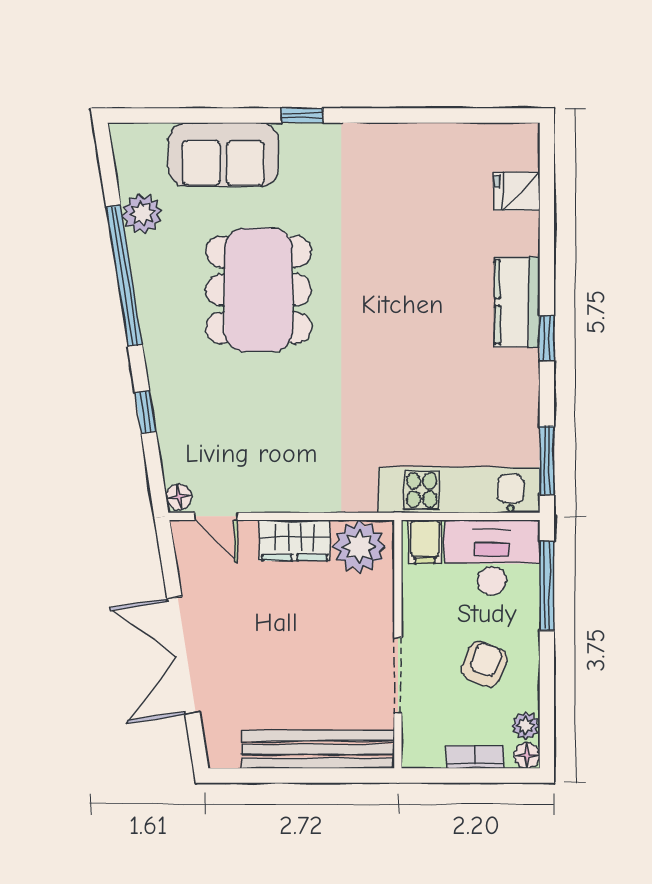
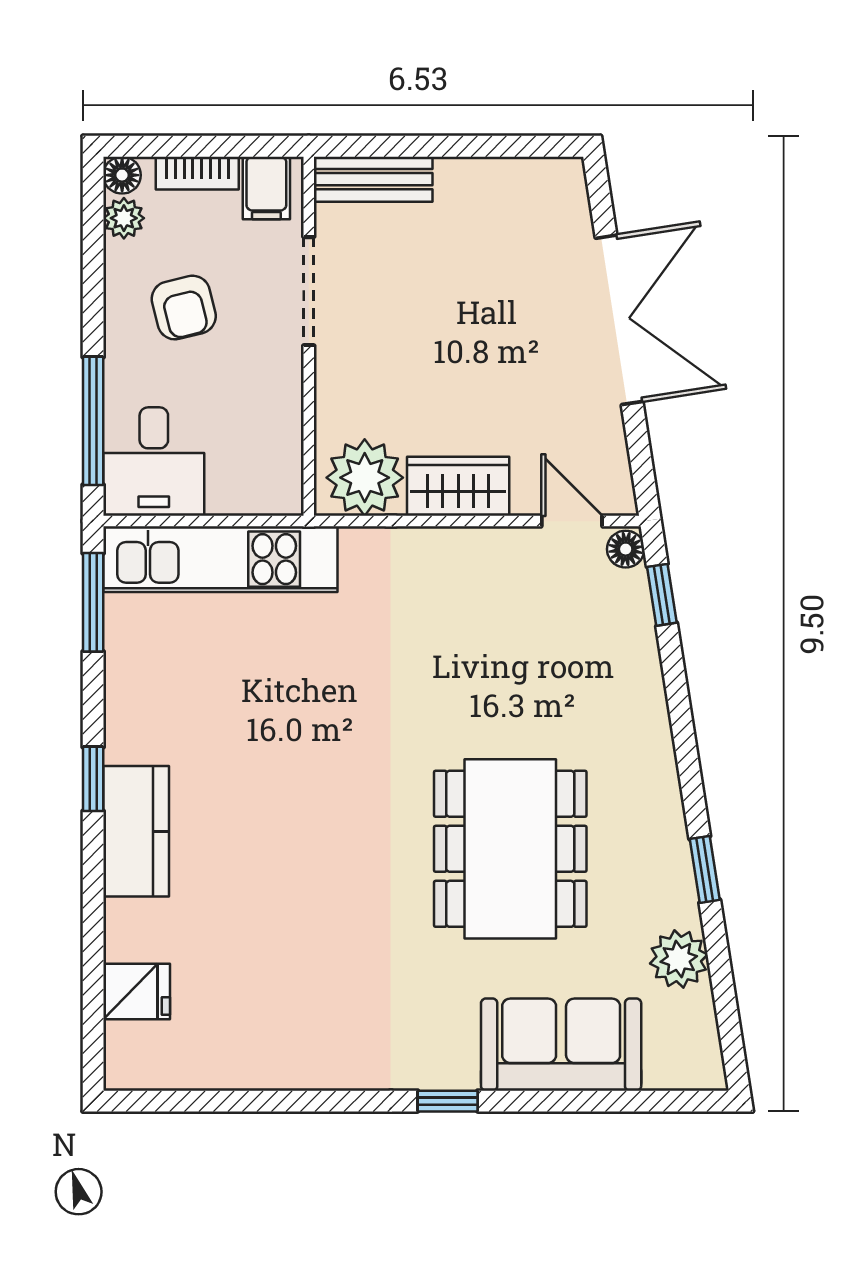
window: (124, 276) -> (705, 869), width x0.32
window: (145, 412) -> (662, 595), moved
filing cabinet: (425, 542) -> (266, 188), moved, turned 180
desk: (492, 558) -> (154, 462), width x0.73
armchair: (484, 664) -> (184, 308), turned -37
bench: (318, 749) -> (373, 179), width x0.54, depth x0.82

